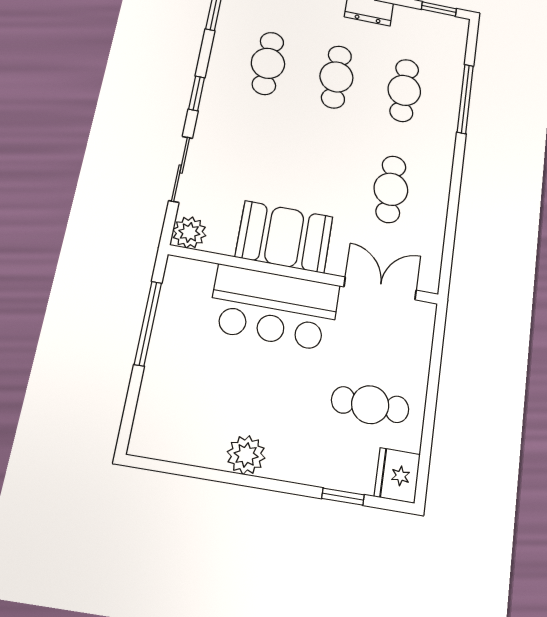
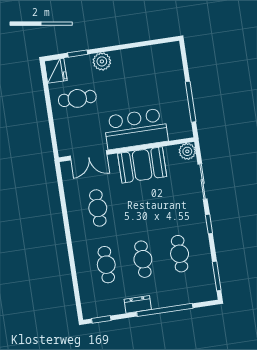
window: (465, 99) -> (74, 272), removed
plant: (246, 455) -> (102, 61), moved

